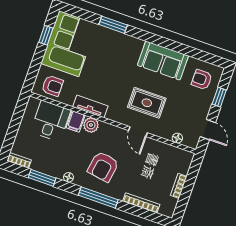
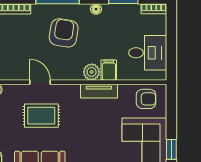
armchair: (52, 86) -> (146, 99), turned 180
desk: (51, 121) -> (148, 53), moved, turned -90

